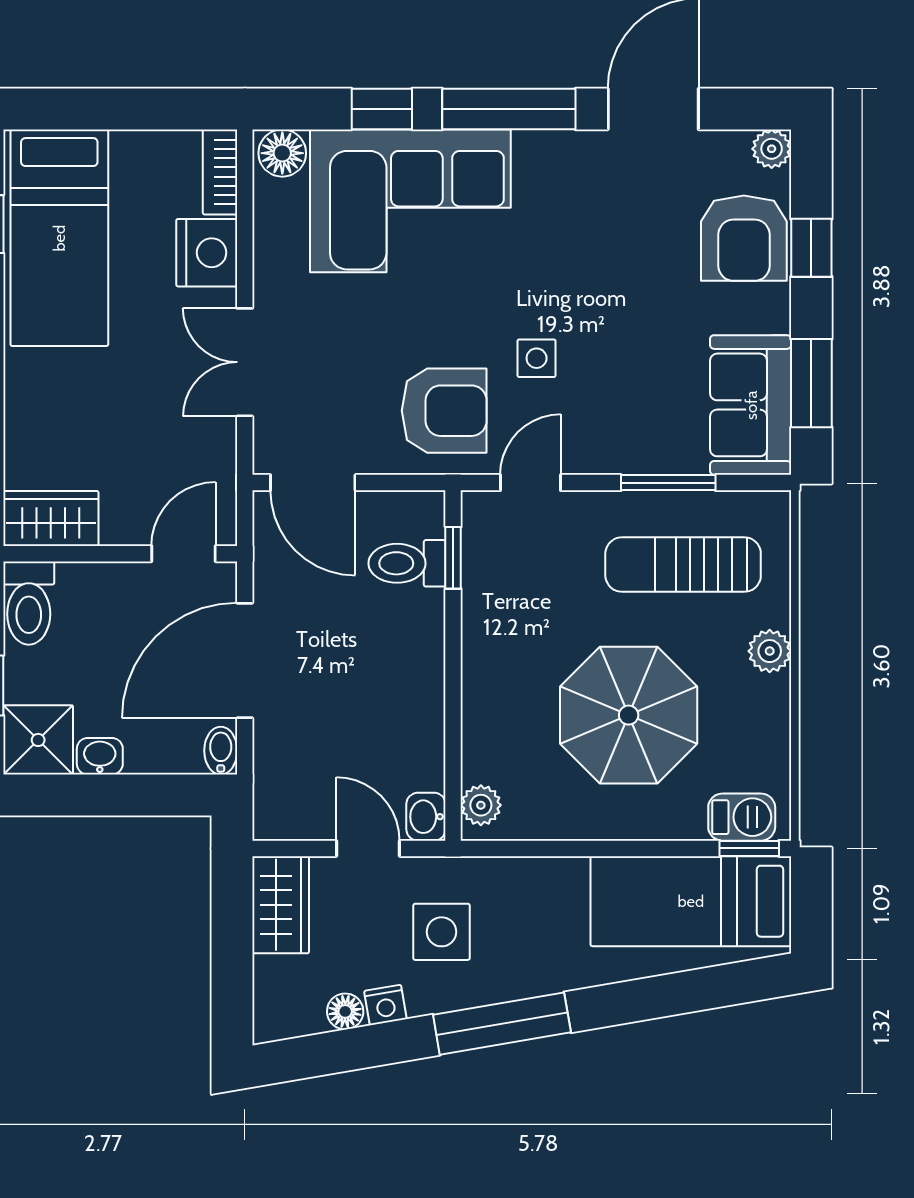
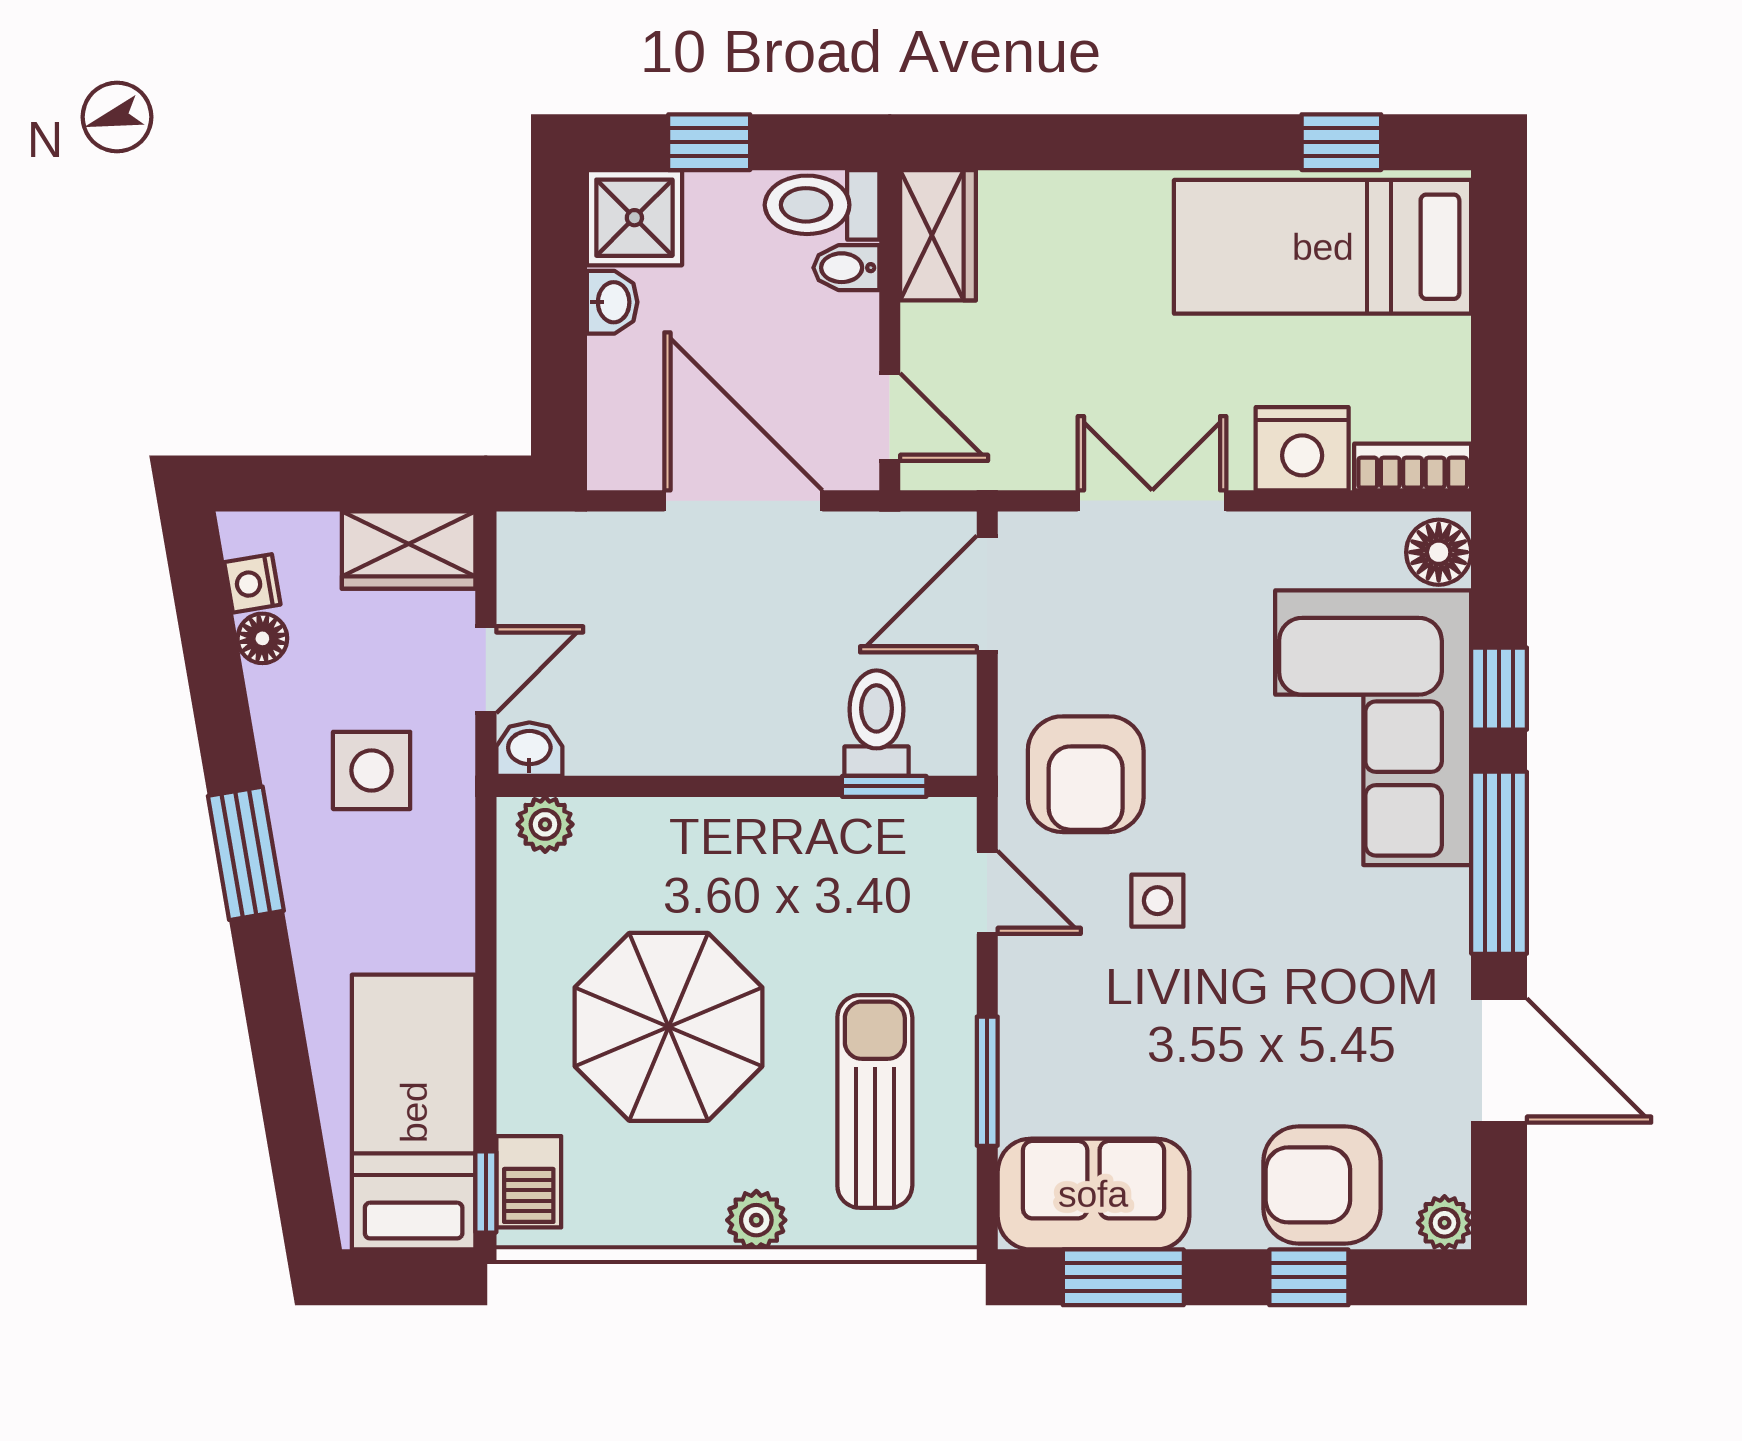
bidet: (221, 751) -> (846, 268), moved, turned 180
nightstand: (385, 1005) -> (252, 583), moved
window: (502, 1024) -> (246, 853), width x0.69

